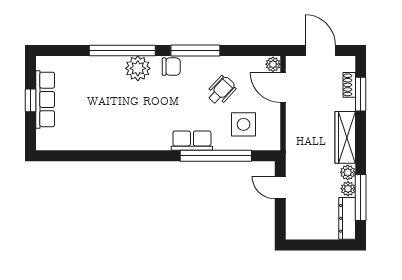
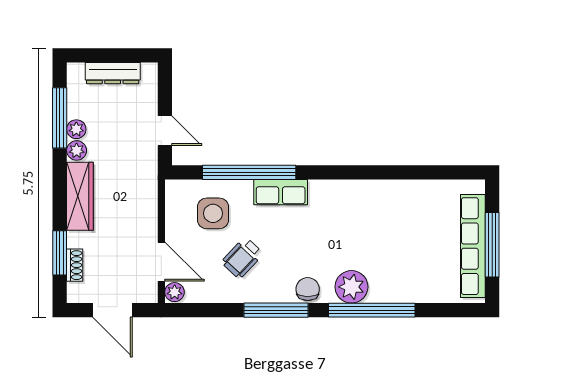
chair: (171, 67) -> (308, 289), turned 90
row of seats: (45, 99) -> (473, 246), width x1.36
window: (30, 100) -> (492, 245), width x2.17
dresser: (347, 218) -> (113, 73), moved, turned 90

